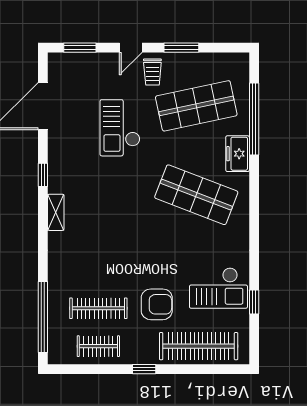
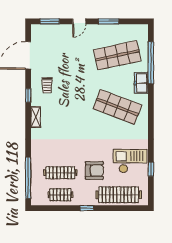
trolley: (152, 72) -> (47, 85), moved
checkout: (120, 128) -> (73, 68), removed
checkout: (218, 288) -> (130, 161), turned 180

